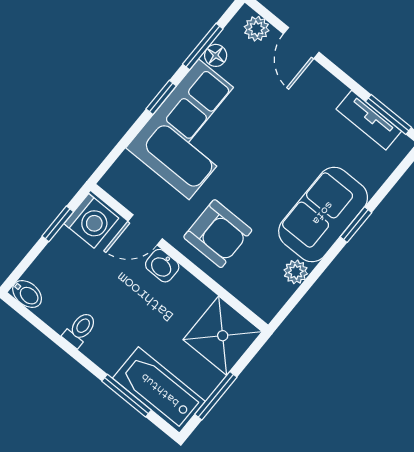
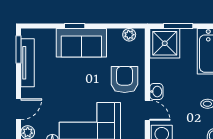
tv unit: (369, 120) -> (28, 63), width x1.41
plant: (296, 272) -> (129, 35), moved
window: (216, 396) -> (178, 26), moved

